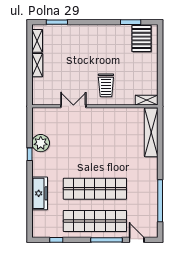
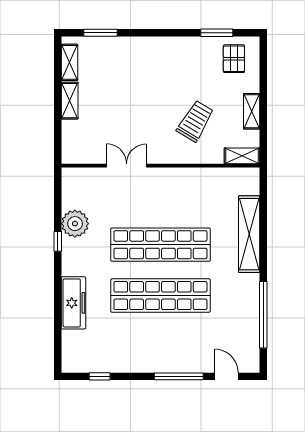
pallet: (142, 39) -> (234, 59), width x0.67, depth x0.71
shelving: (153, 72) -> (252, 111), added
trolley: (106, 85) -> (195, 121), moved, turned -149
shelving: (151, 132) -> (249, 234), moved
shop shelf: (95, 221) -> (160, 245), moved

